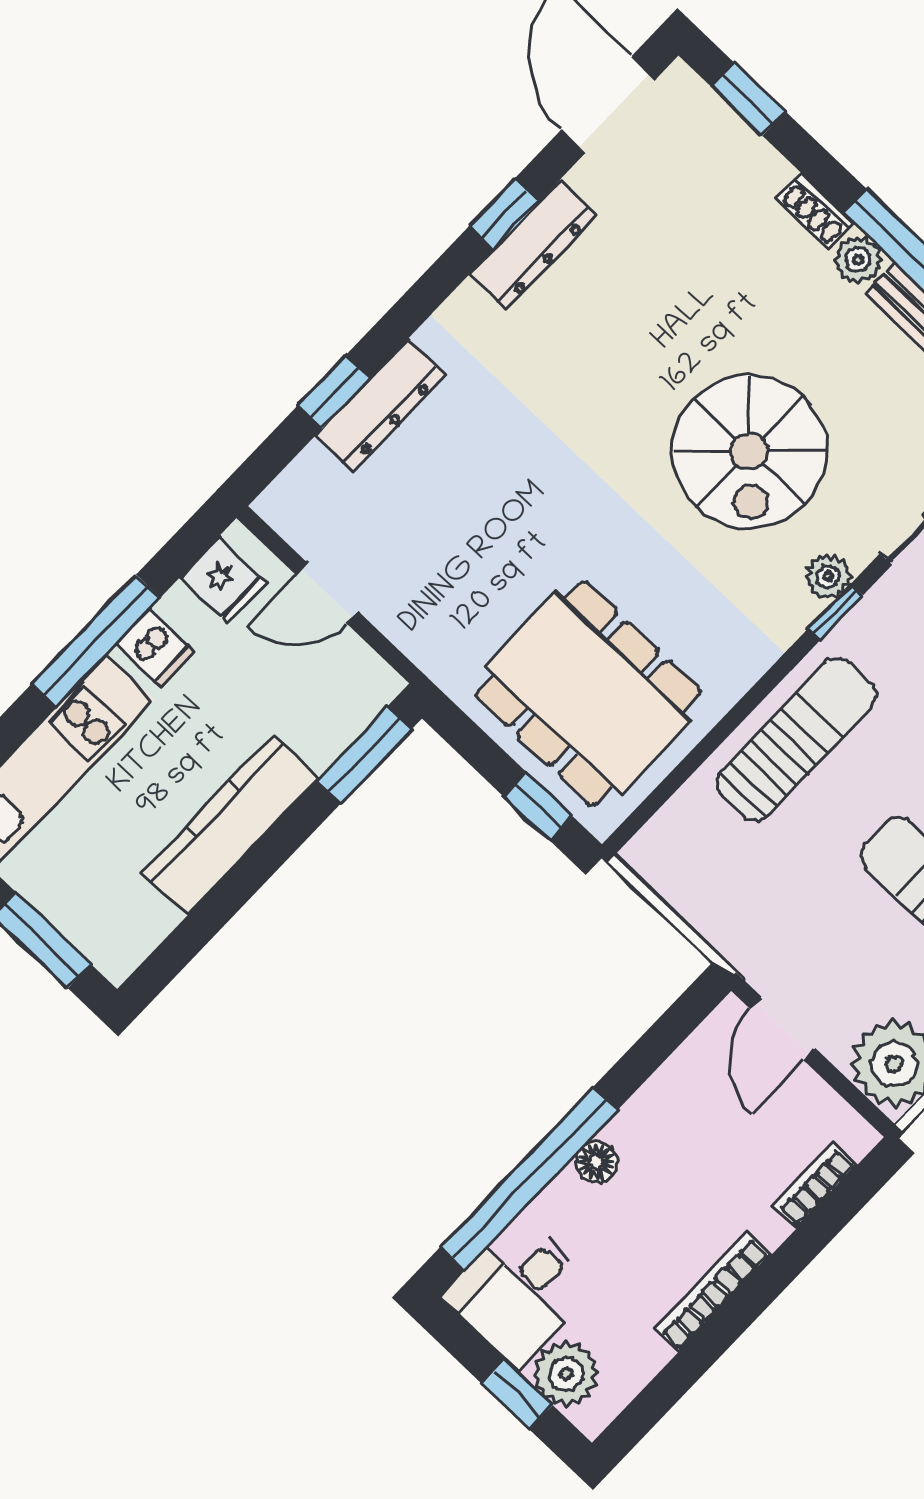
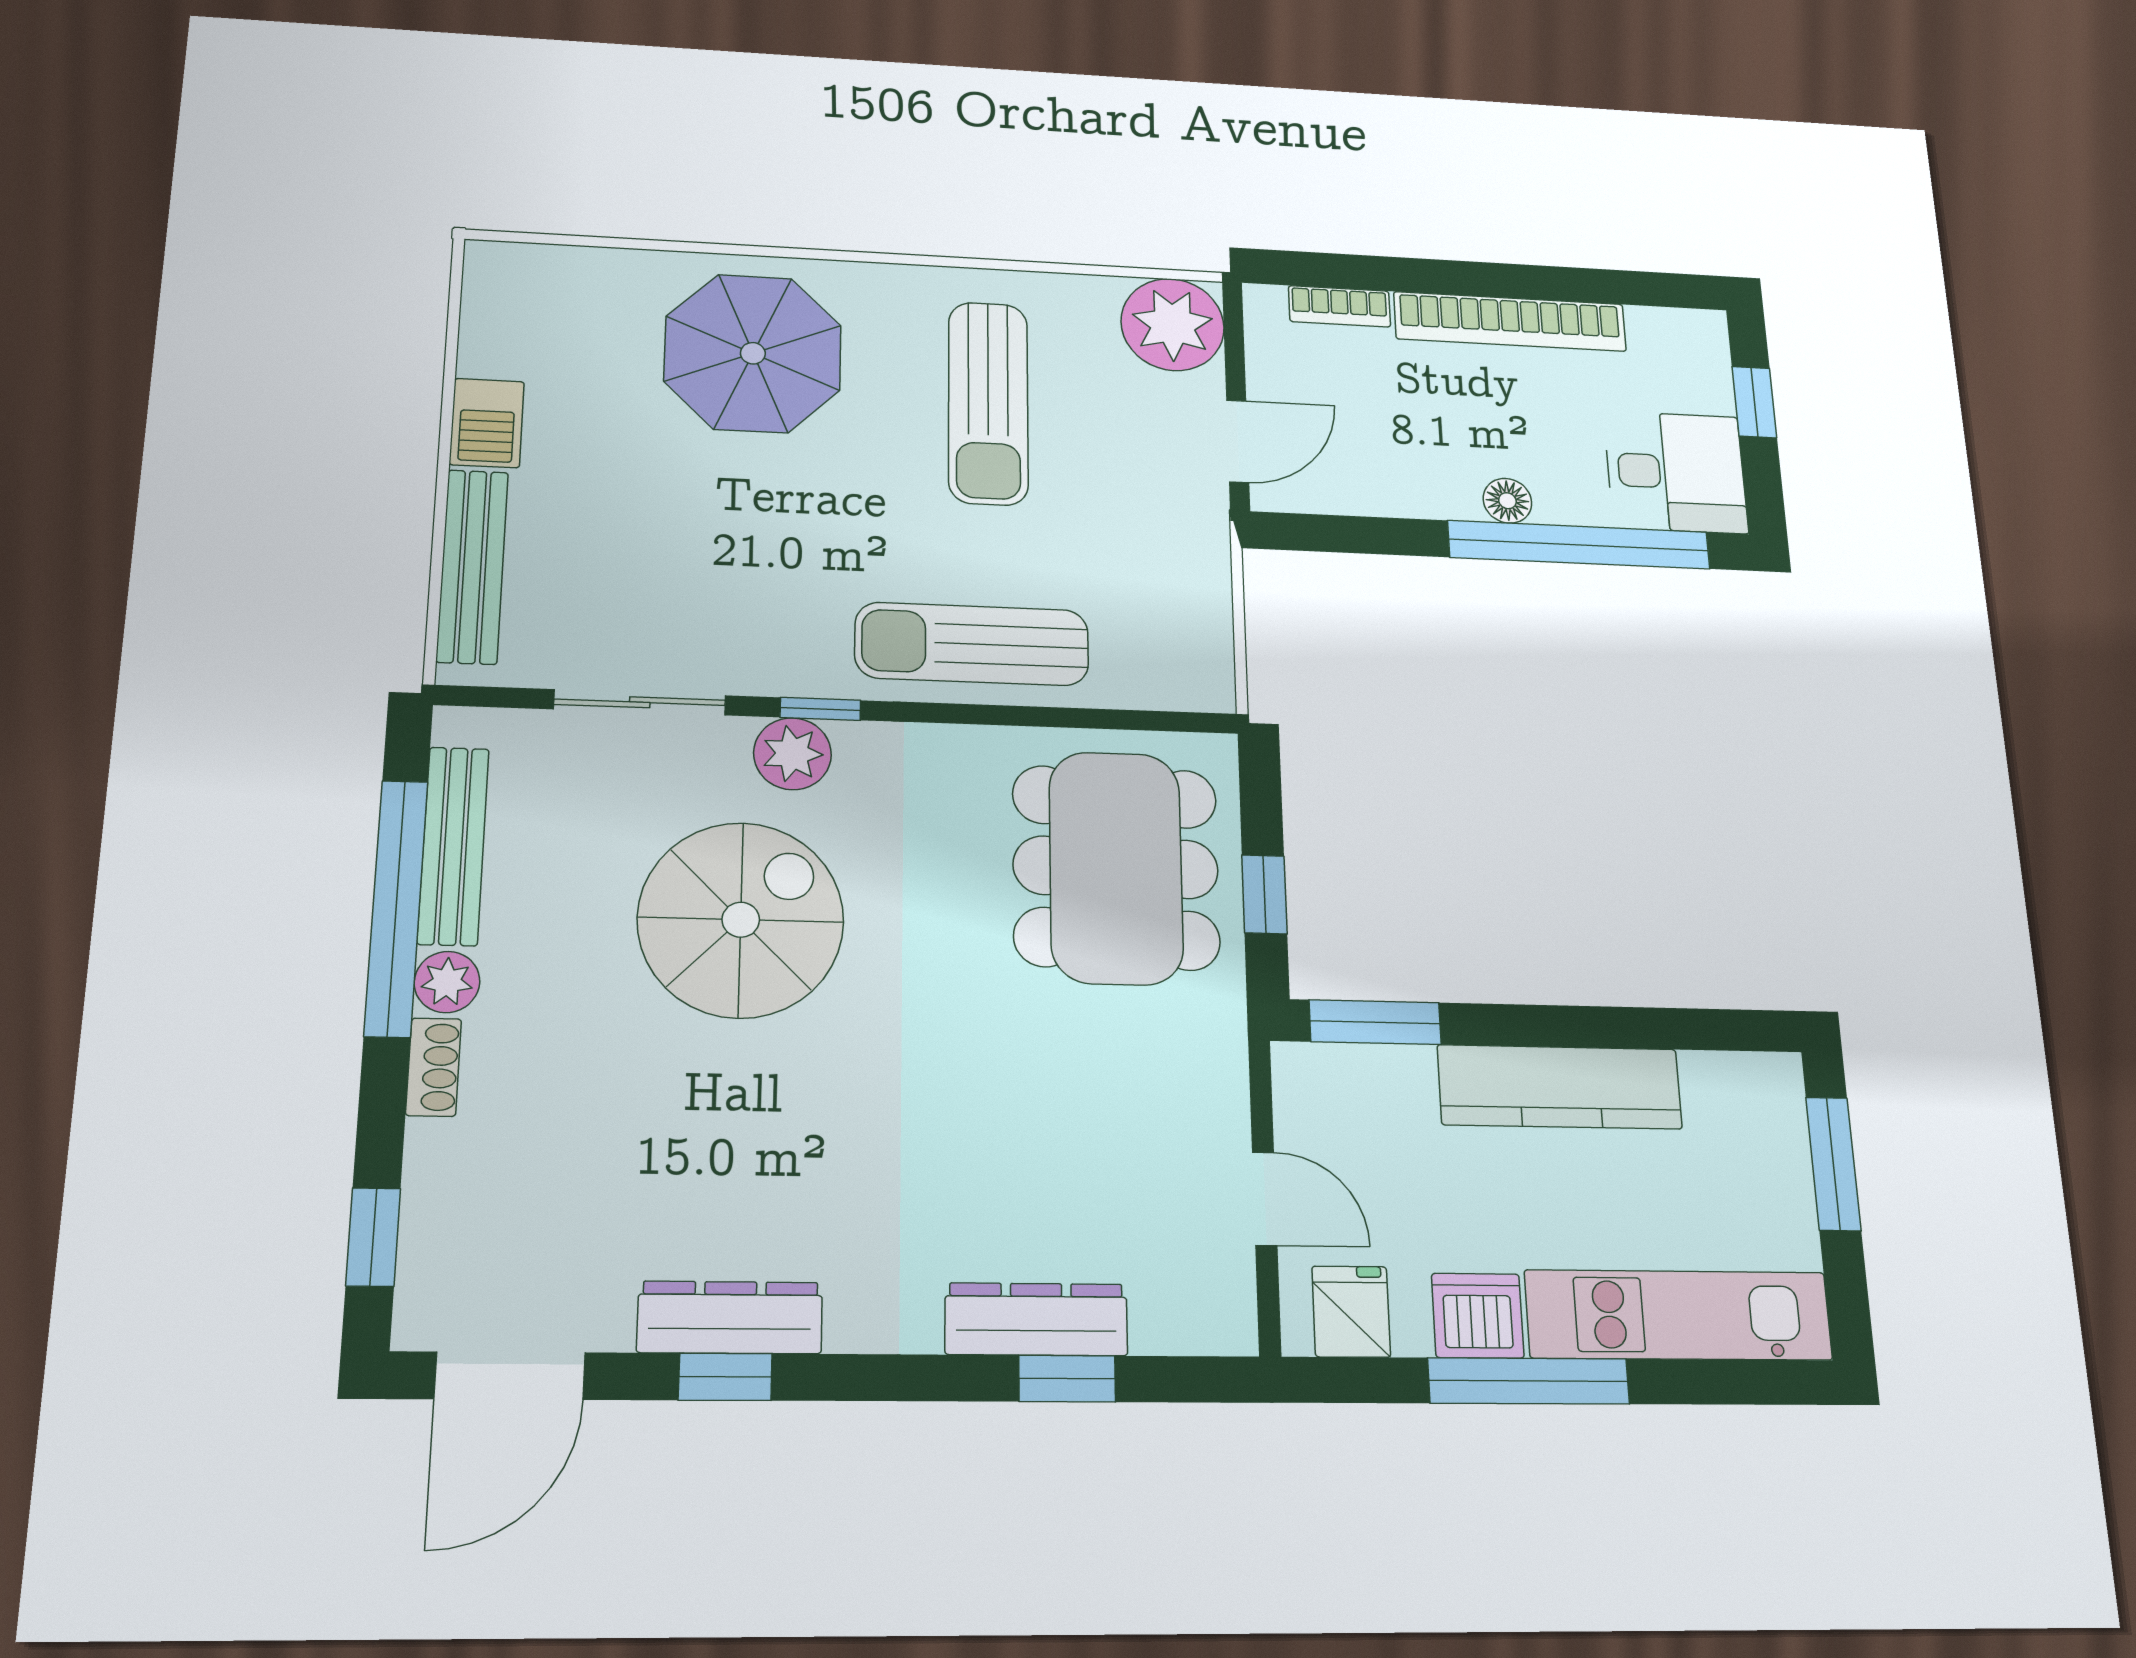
plant: (828, 576) -> (792, 754), width x1.38, depth x1.38
dishwasher: (155, 648) -> (1478, 1316), width x1.38
window: (538, 806) -> (1264, 894), moved
bookcase: (712, 1292) -> (1510, 322), width x1.48, depth x1.31
plant: (566, 1374) -> (1697, 377), removed

